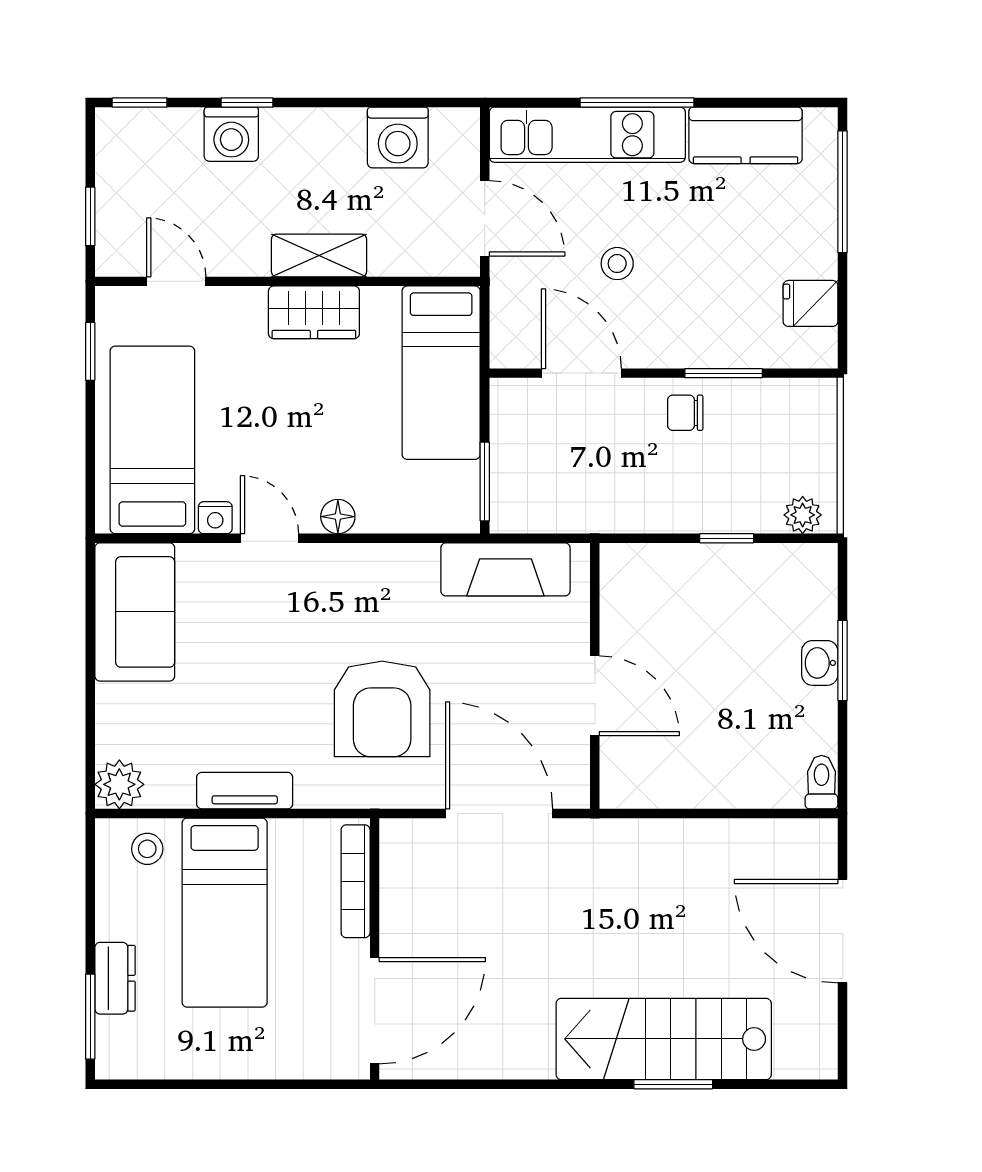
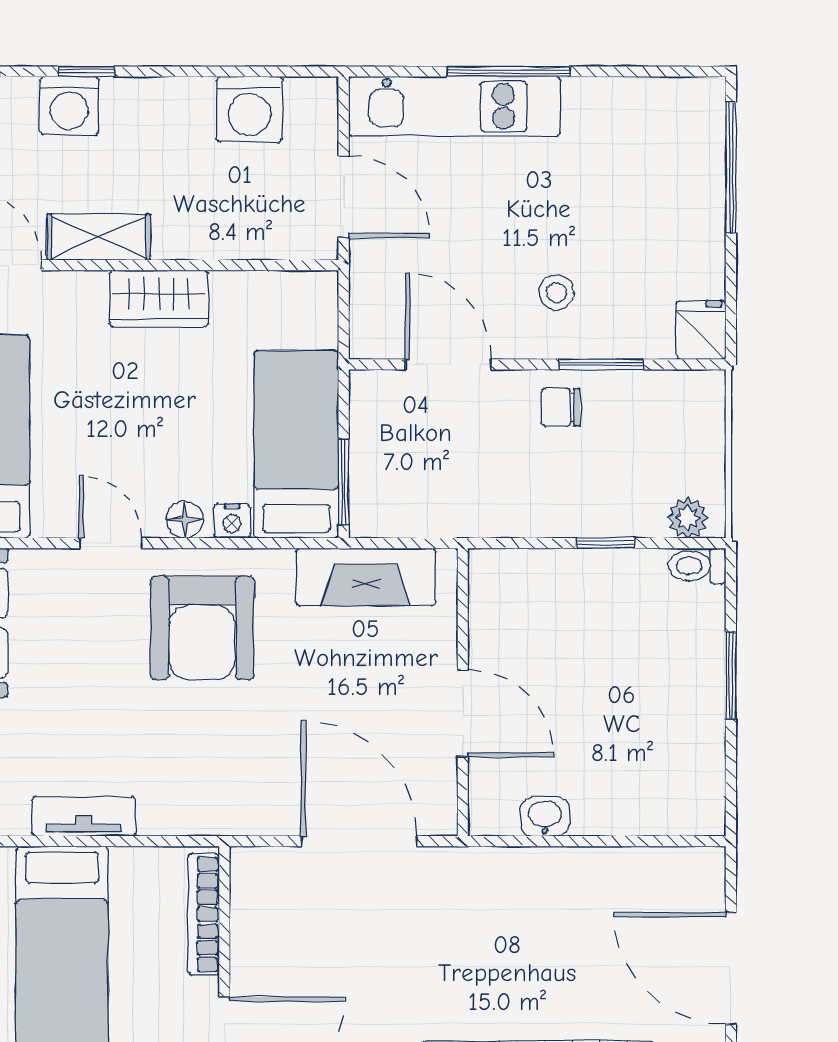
kitchen counter: (746, 135) -> (626, 107), removed
shelving: (319, 255) -> (99, 237), moved
stool: (617, 264) -> (556, 293), moved
fridge: (811, 303) -> (701, 330), moved, turned 90
bed: (441, 373) -> (296, 444), moved, turned 180
nightstand: (215, 518) -> (232, 521), moved
washbasin: (820, 663) -> (545, 816), moved, turned 90
armchair: (382, 709) -> (202, 628), moved
toilet: (822, 782) -> (697, 566), moved, turned -90

